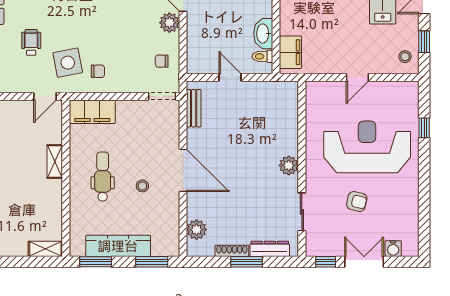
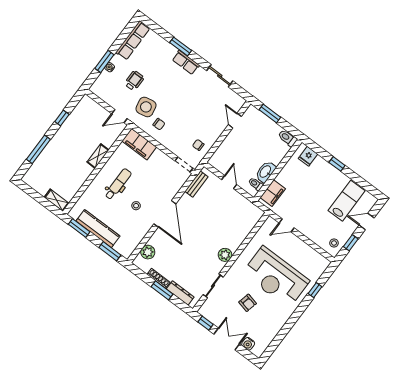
plant: (169, 23) -> (218, 127), removed
door: (357, 77) -> (287, 225), moved
reception desk: (367, 147) -> (276, 277), turned 180

